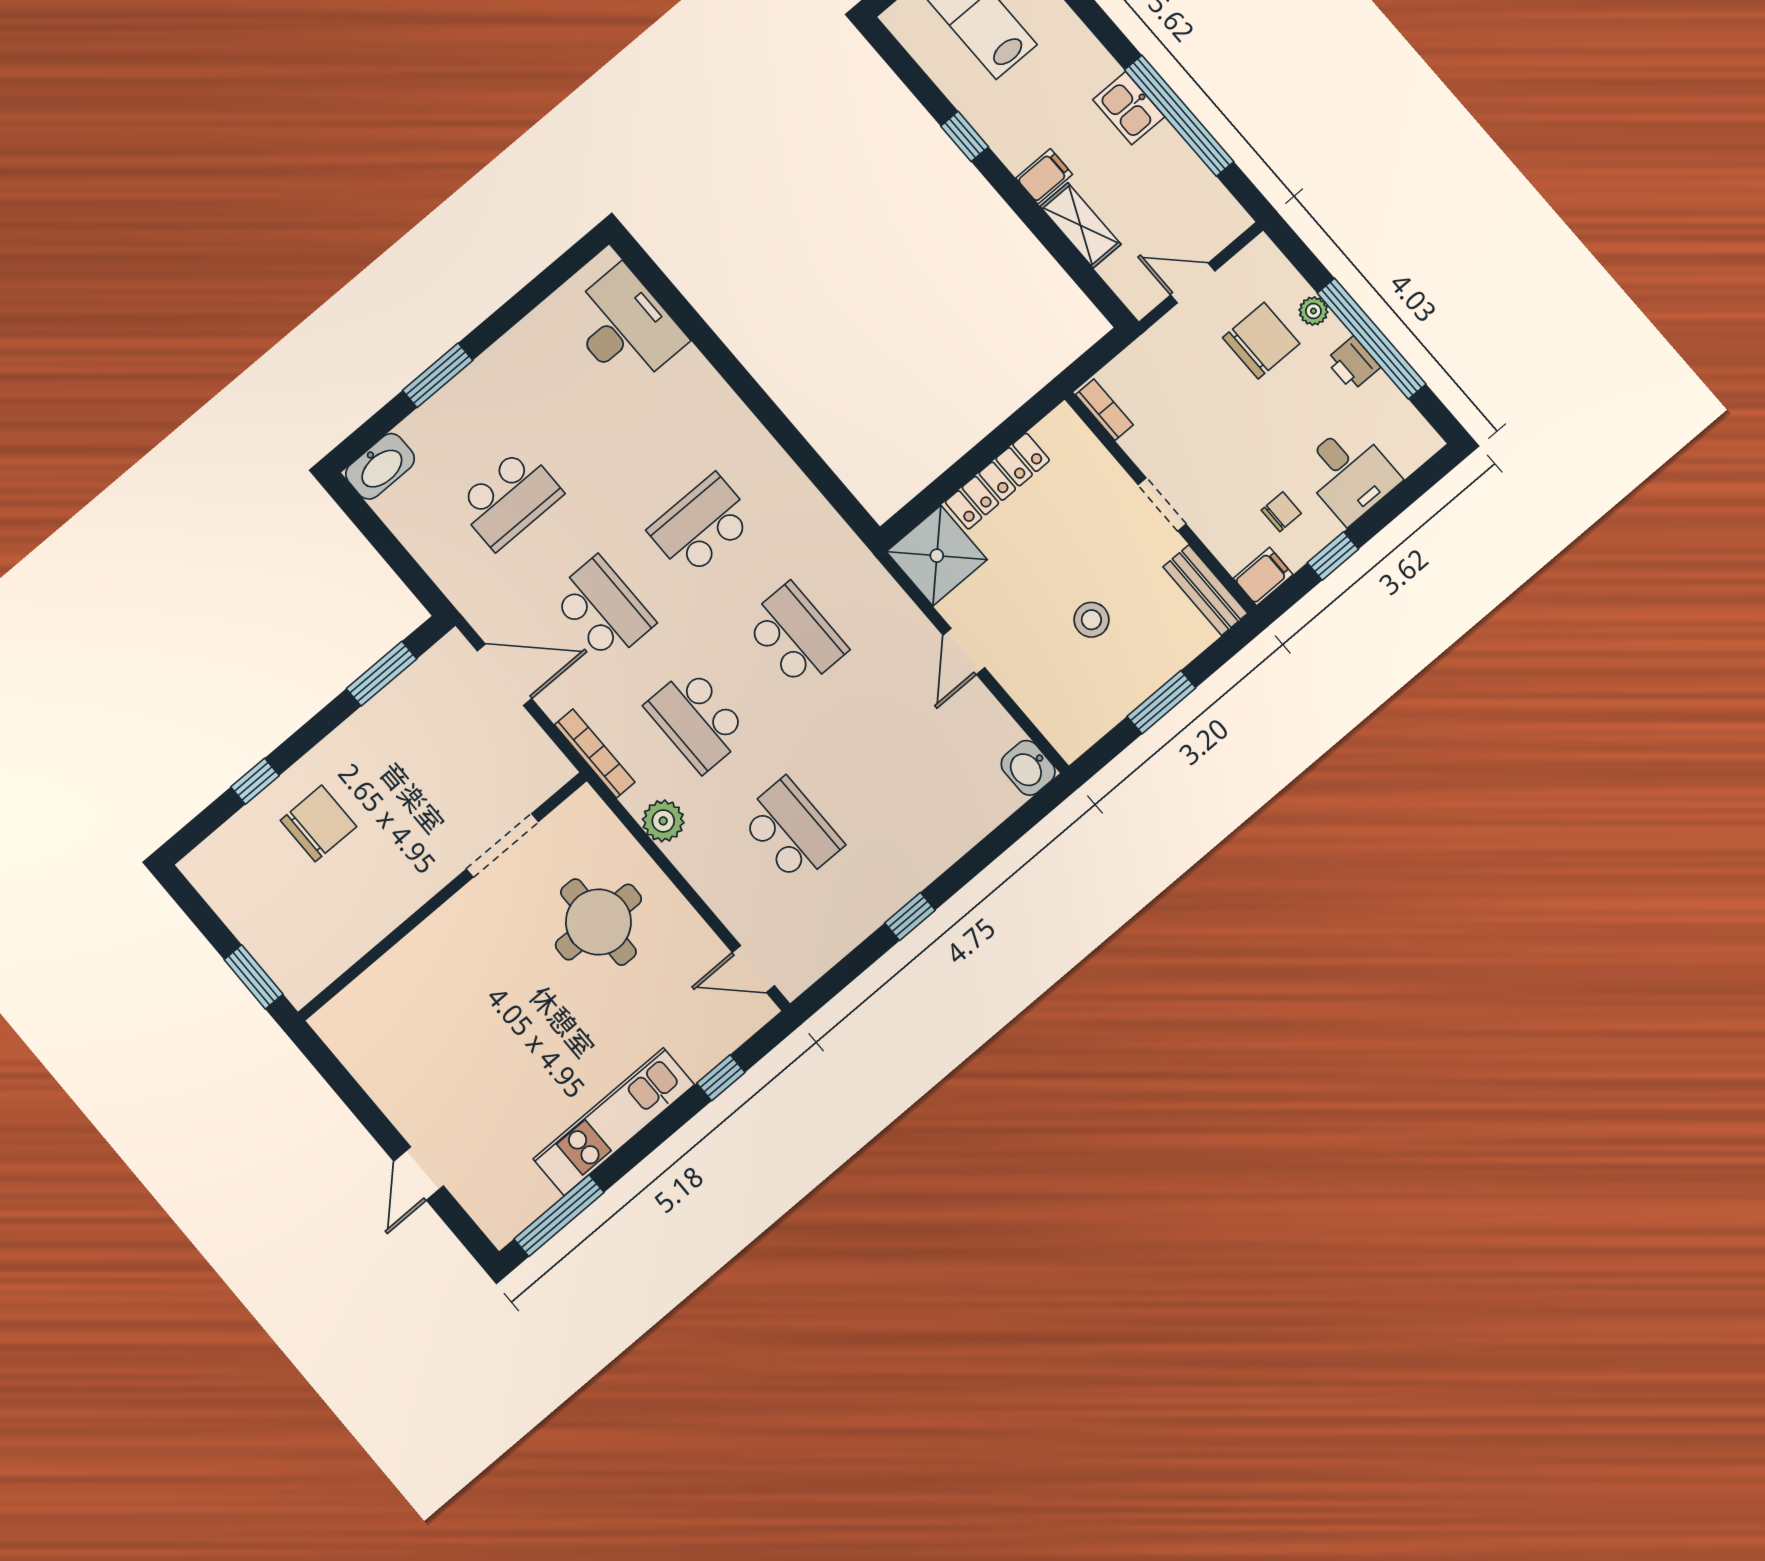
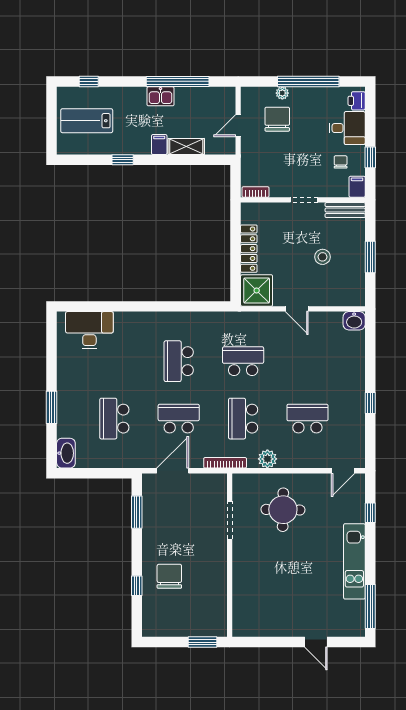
printer: (1353, 364) -> (357, 101), moved, turned 90
school desk: (509, 499) -> (114, 419), turned 180
school desk: (697, 720) -> (243, 419), turned 90

